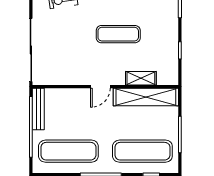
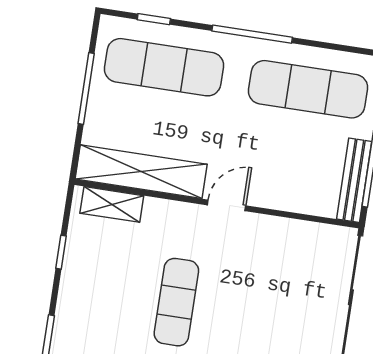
exercise mat: (118, 34) -> (176, 302), turned 90
shelving: (141, 78) -> (112, 204), moved

